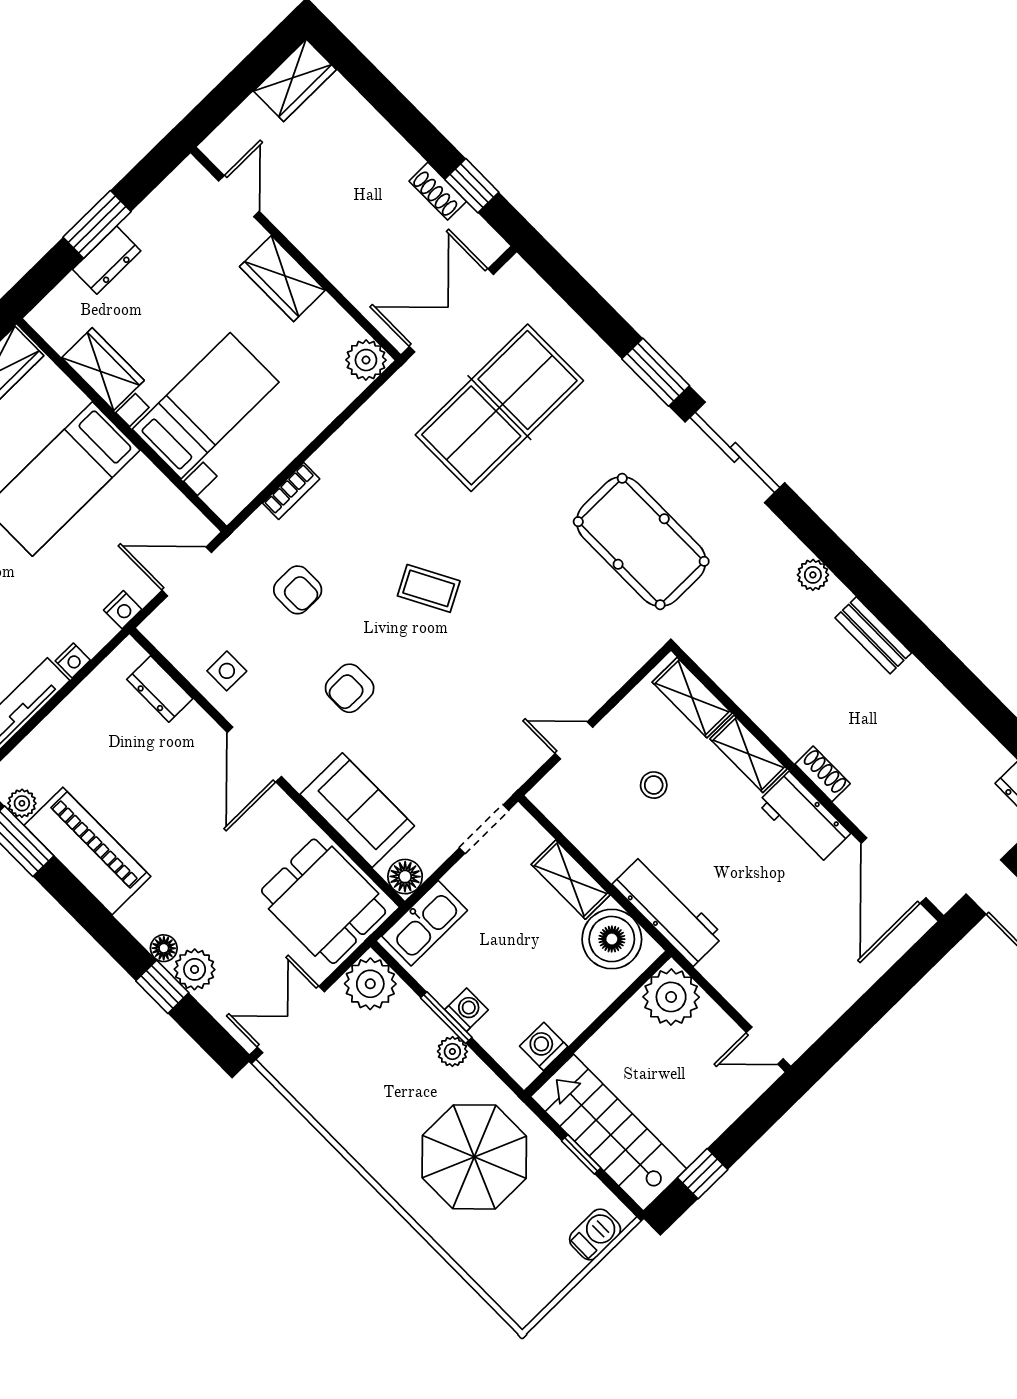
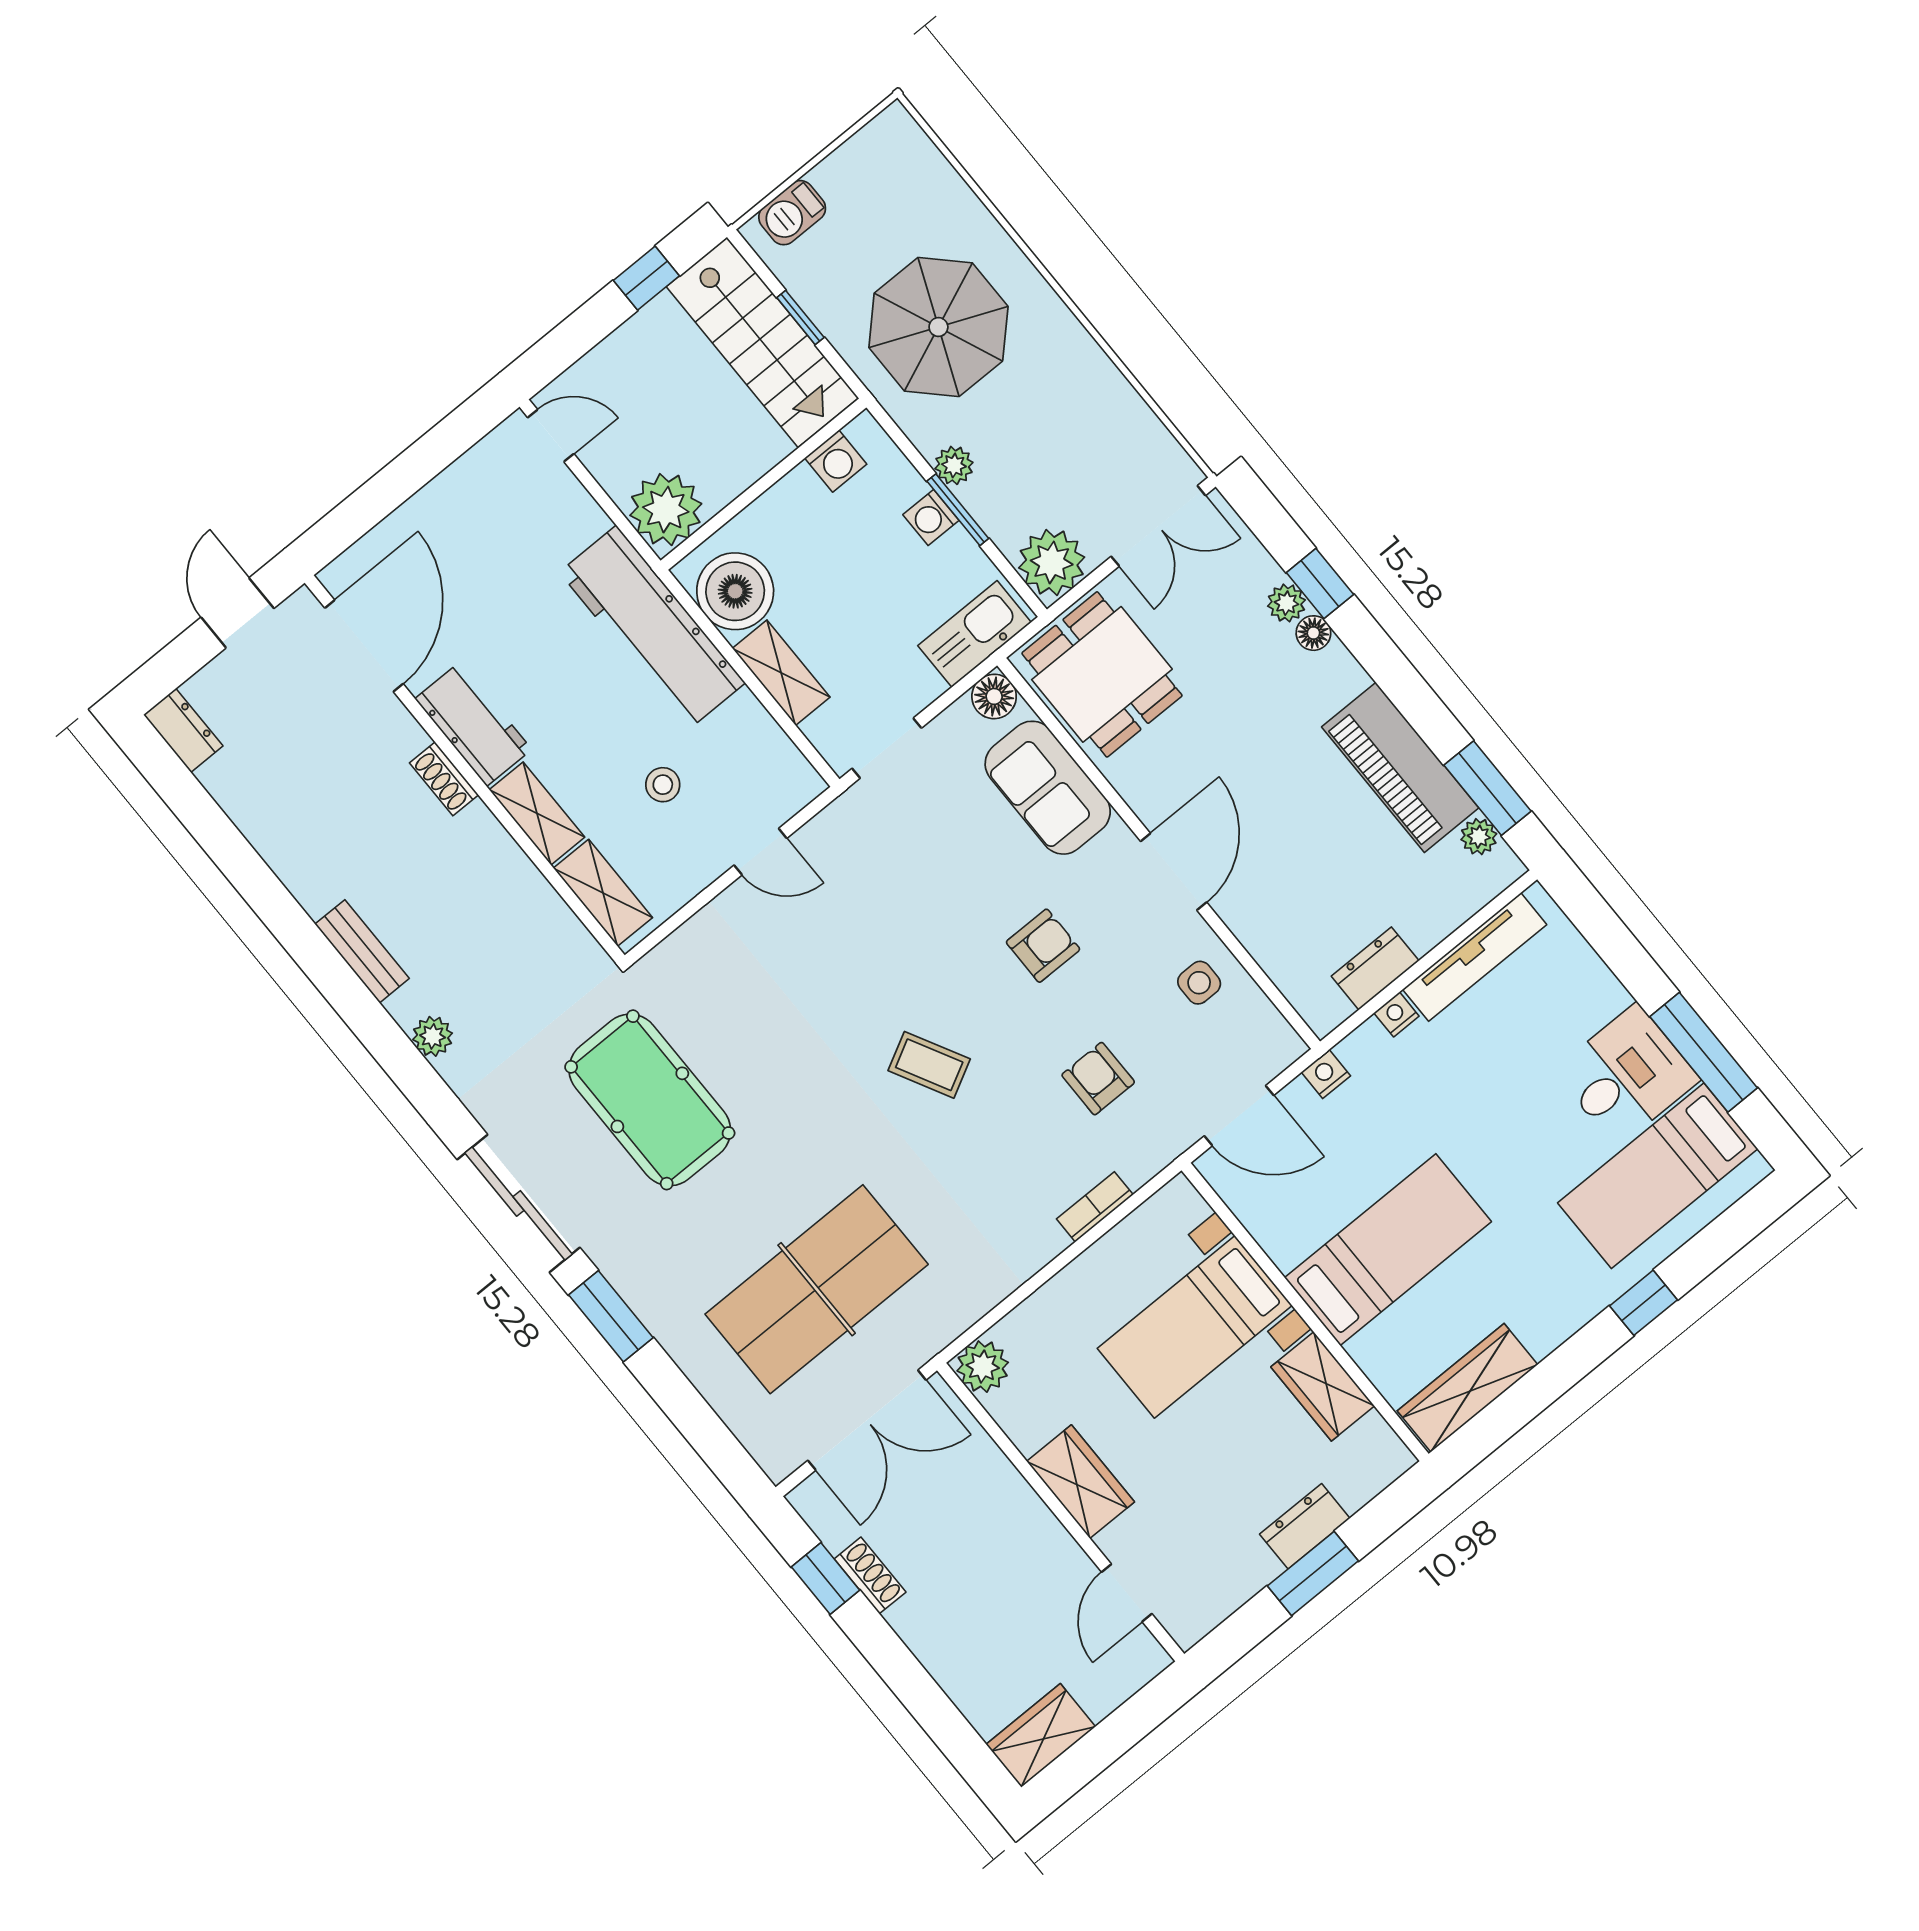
dresser: (160, 689) -> (1375, 968), moved, turned -90
workbench: (668, 910) -> (652, 628), width x1.36, depth x1.32
plant: (195, 969) -> (1286, 603), width x0.73, depth x0.73

